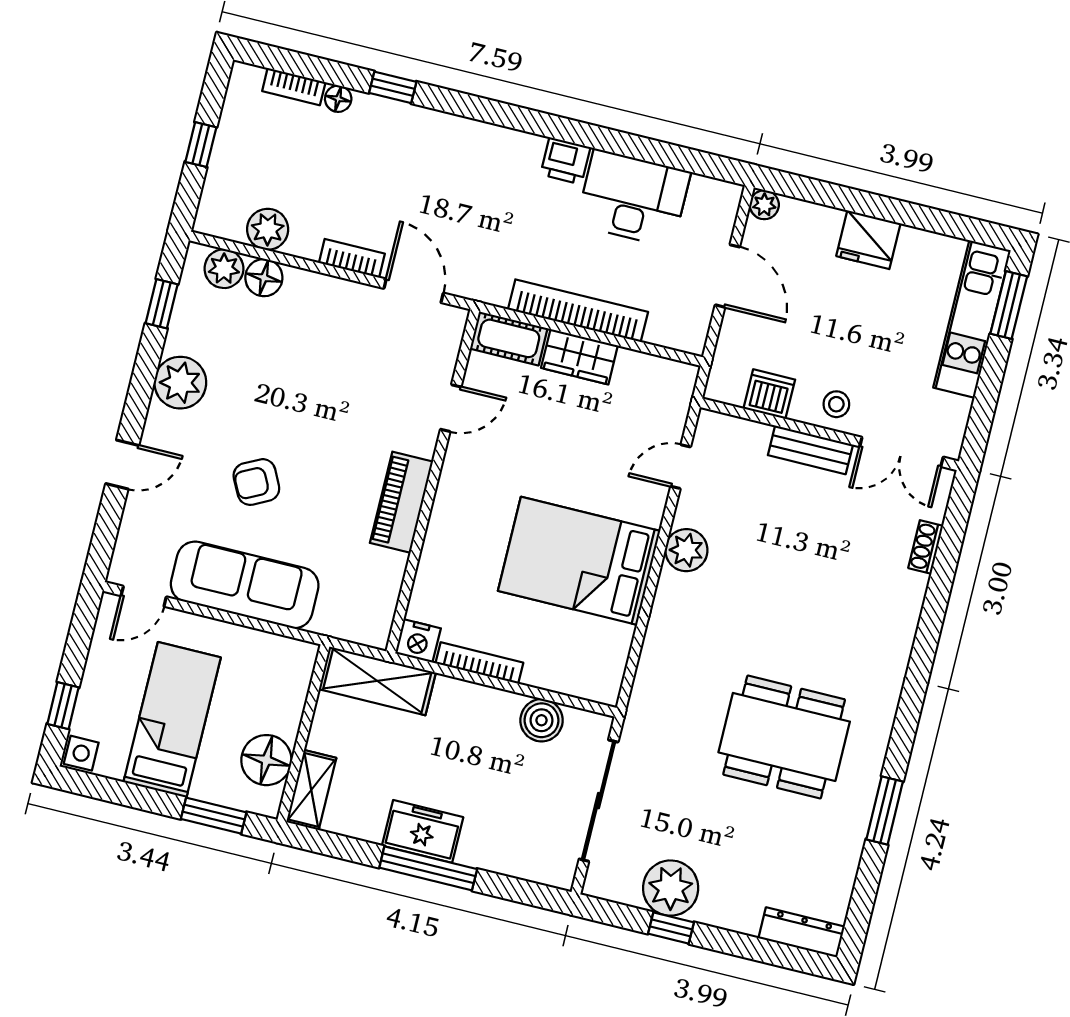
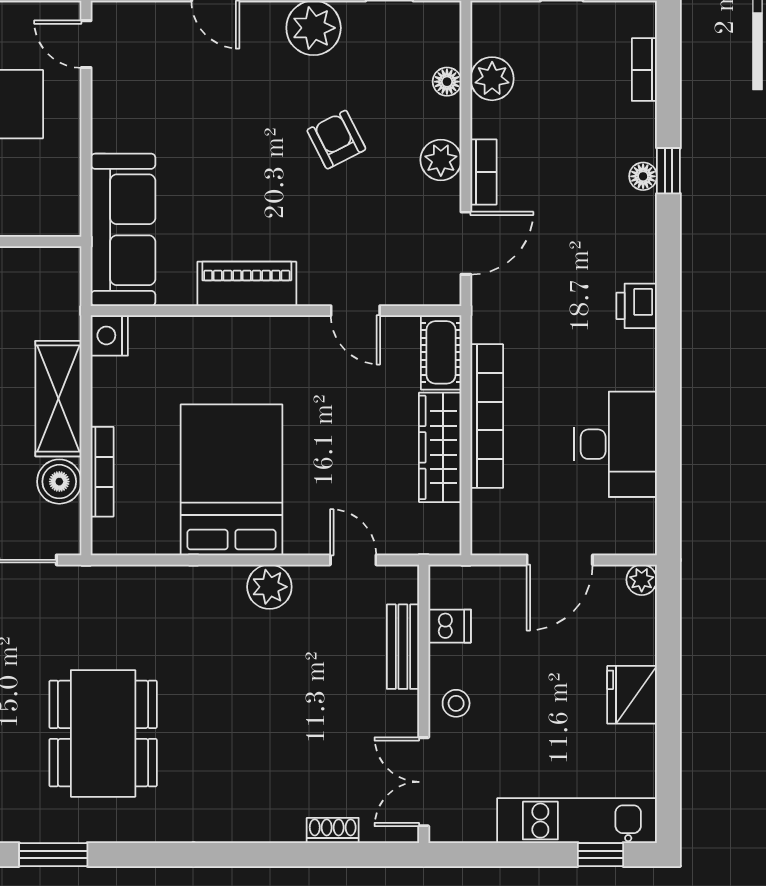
floor lamp: (338, 99) -> (643, 176), moved
printer: (565, 161) -> (637, 306), moved
plant: (224, 269) -> (441, 160), moved
floor lamp: (264, 278) -> (447, 82), width x0.73, depth x0.73
window: (1009, 305) -> (601, 855), width x0.67
wardrobe: (579, 357) -> (440, 447), width x1.50
dishwasher: (769, 394) -> (450, 626), width x0.73
bench: (810, 450) -> (403, 647), moved
armchair: (256, 482) -> (336, 140), moved
sofa: (245, 585) -> (123, 230), moved
bookcase: (479, 663) -> (102, 472), moved
shelving: (377, 681) -> (58, 399), moved

